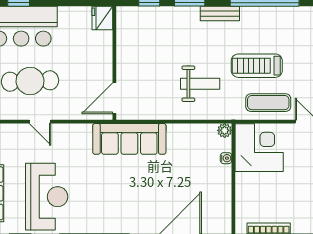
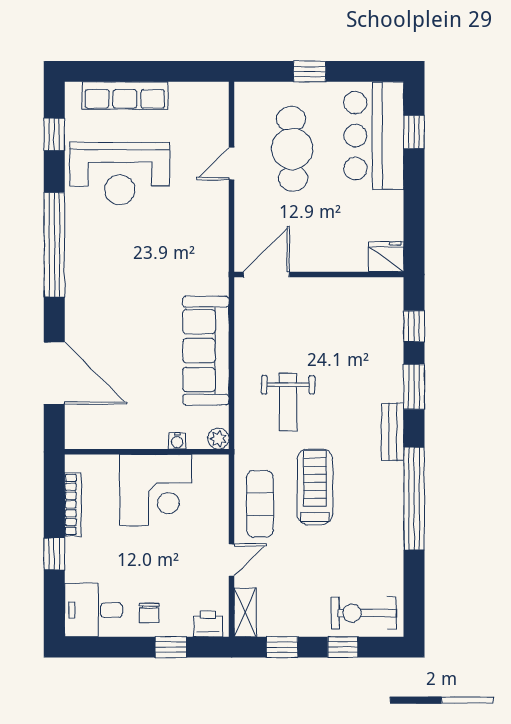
door: (114, 98) -> (266, 274), hinge flipped
sofa: (129, 139) -> (206, 351), moved
corner desk: (259, 148) -> (156, 490), moved

